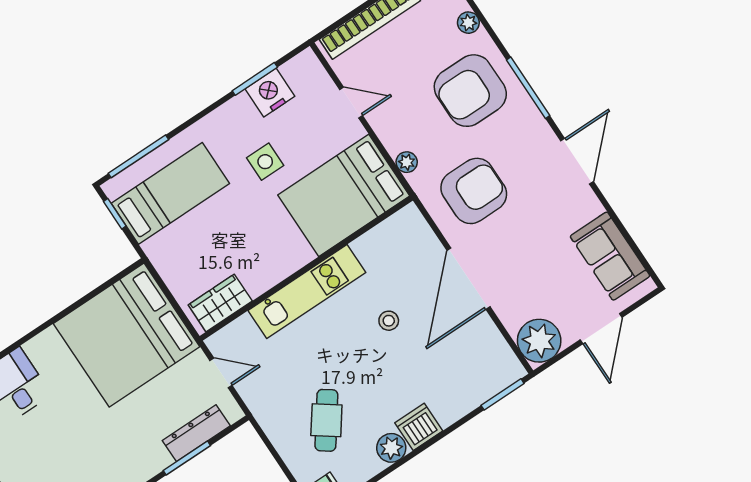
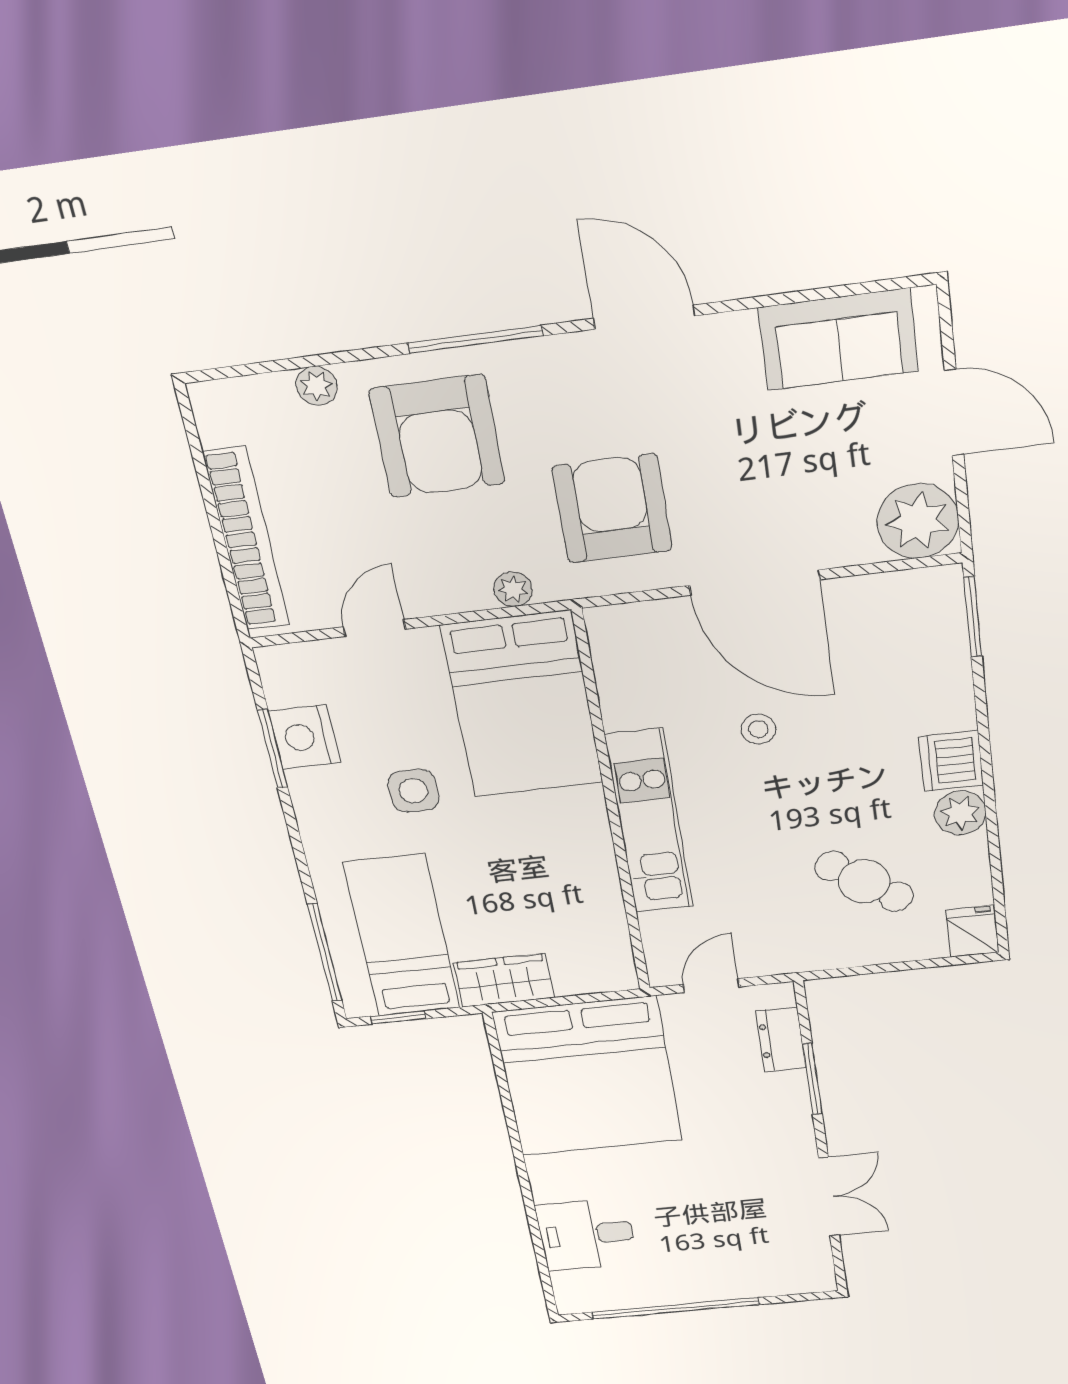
wardrobe: (220, 303) -> (504, 980), moved, turned 90
dresser: (196, 433) -> (781, 1040), width x0.70

